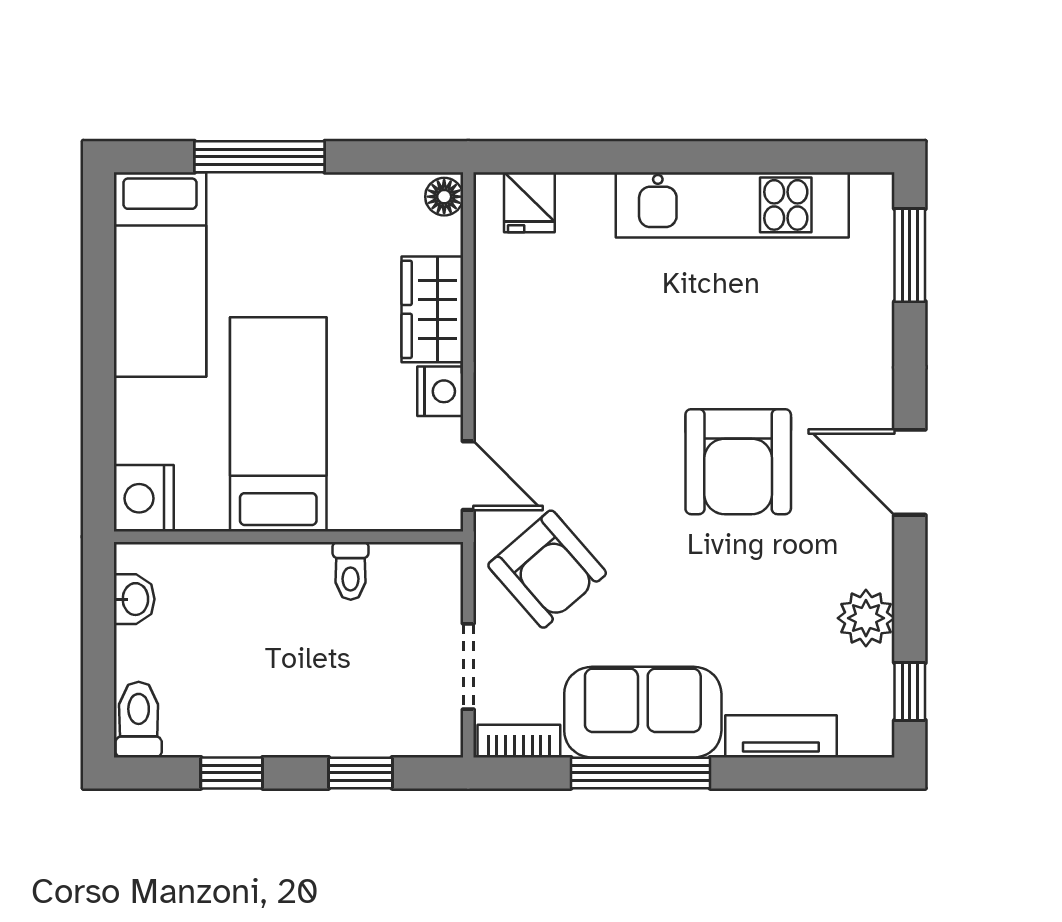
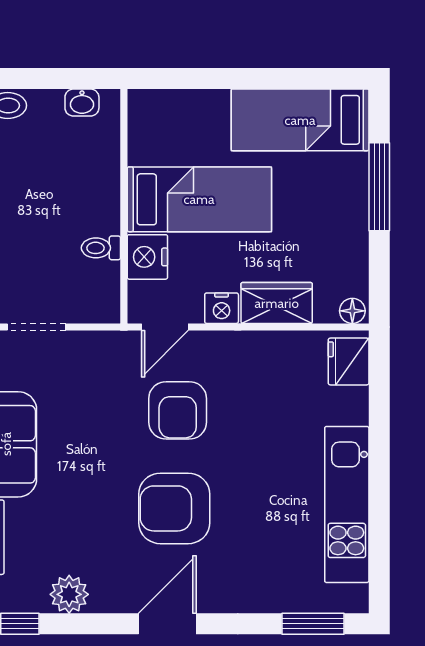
fridge: (529, 202) -> (349, 362), width x1.38
nightstand: (144, 498) -> (147, 257), moved, turned -90
armchair: (547, 569) -> (178, 410), moved, turned -49

